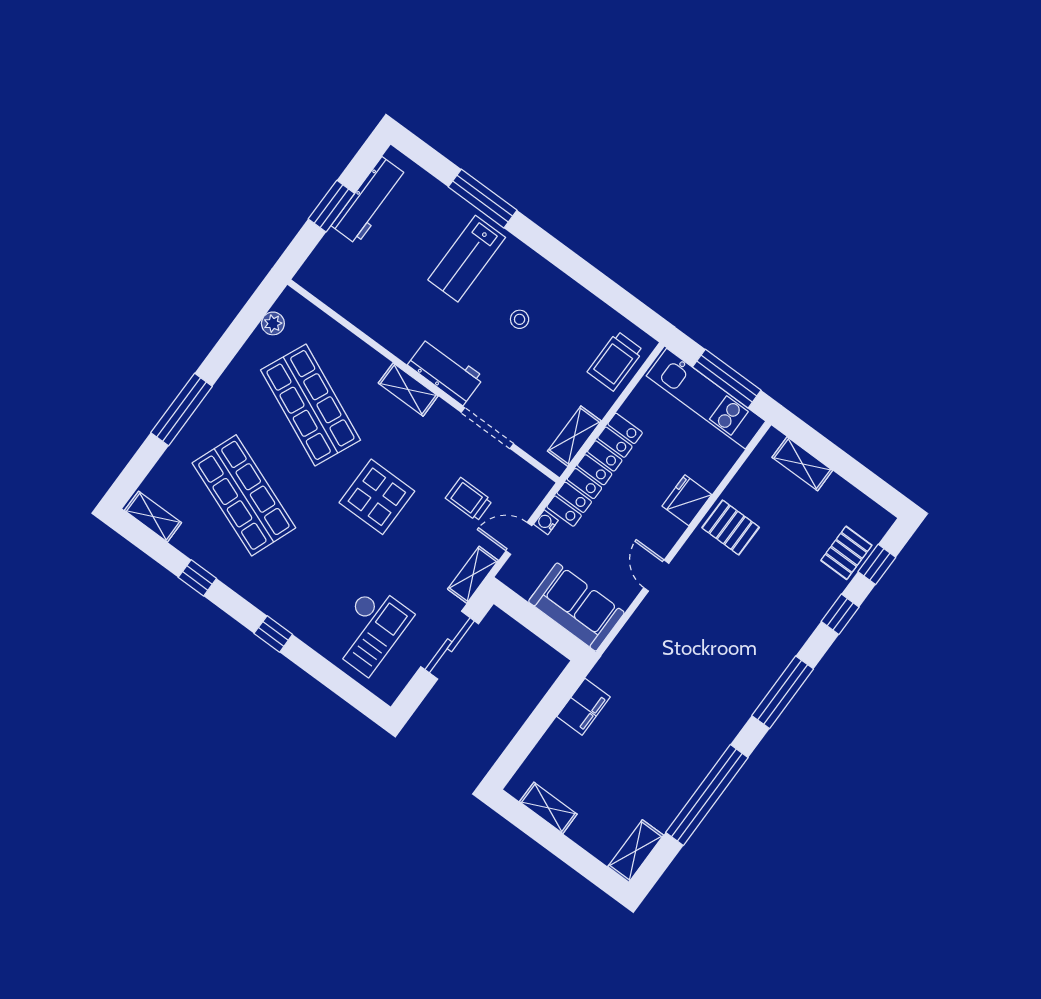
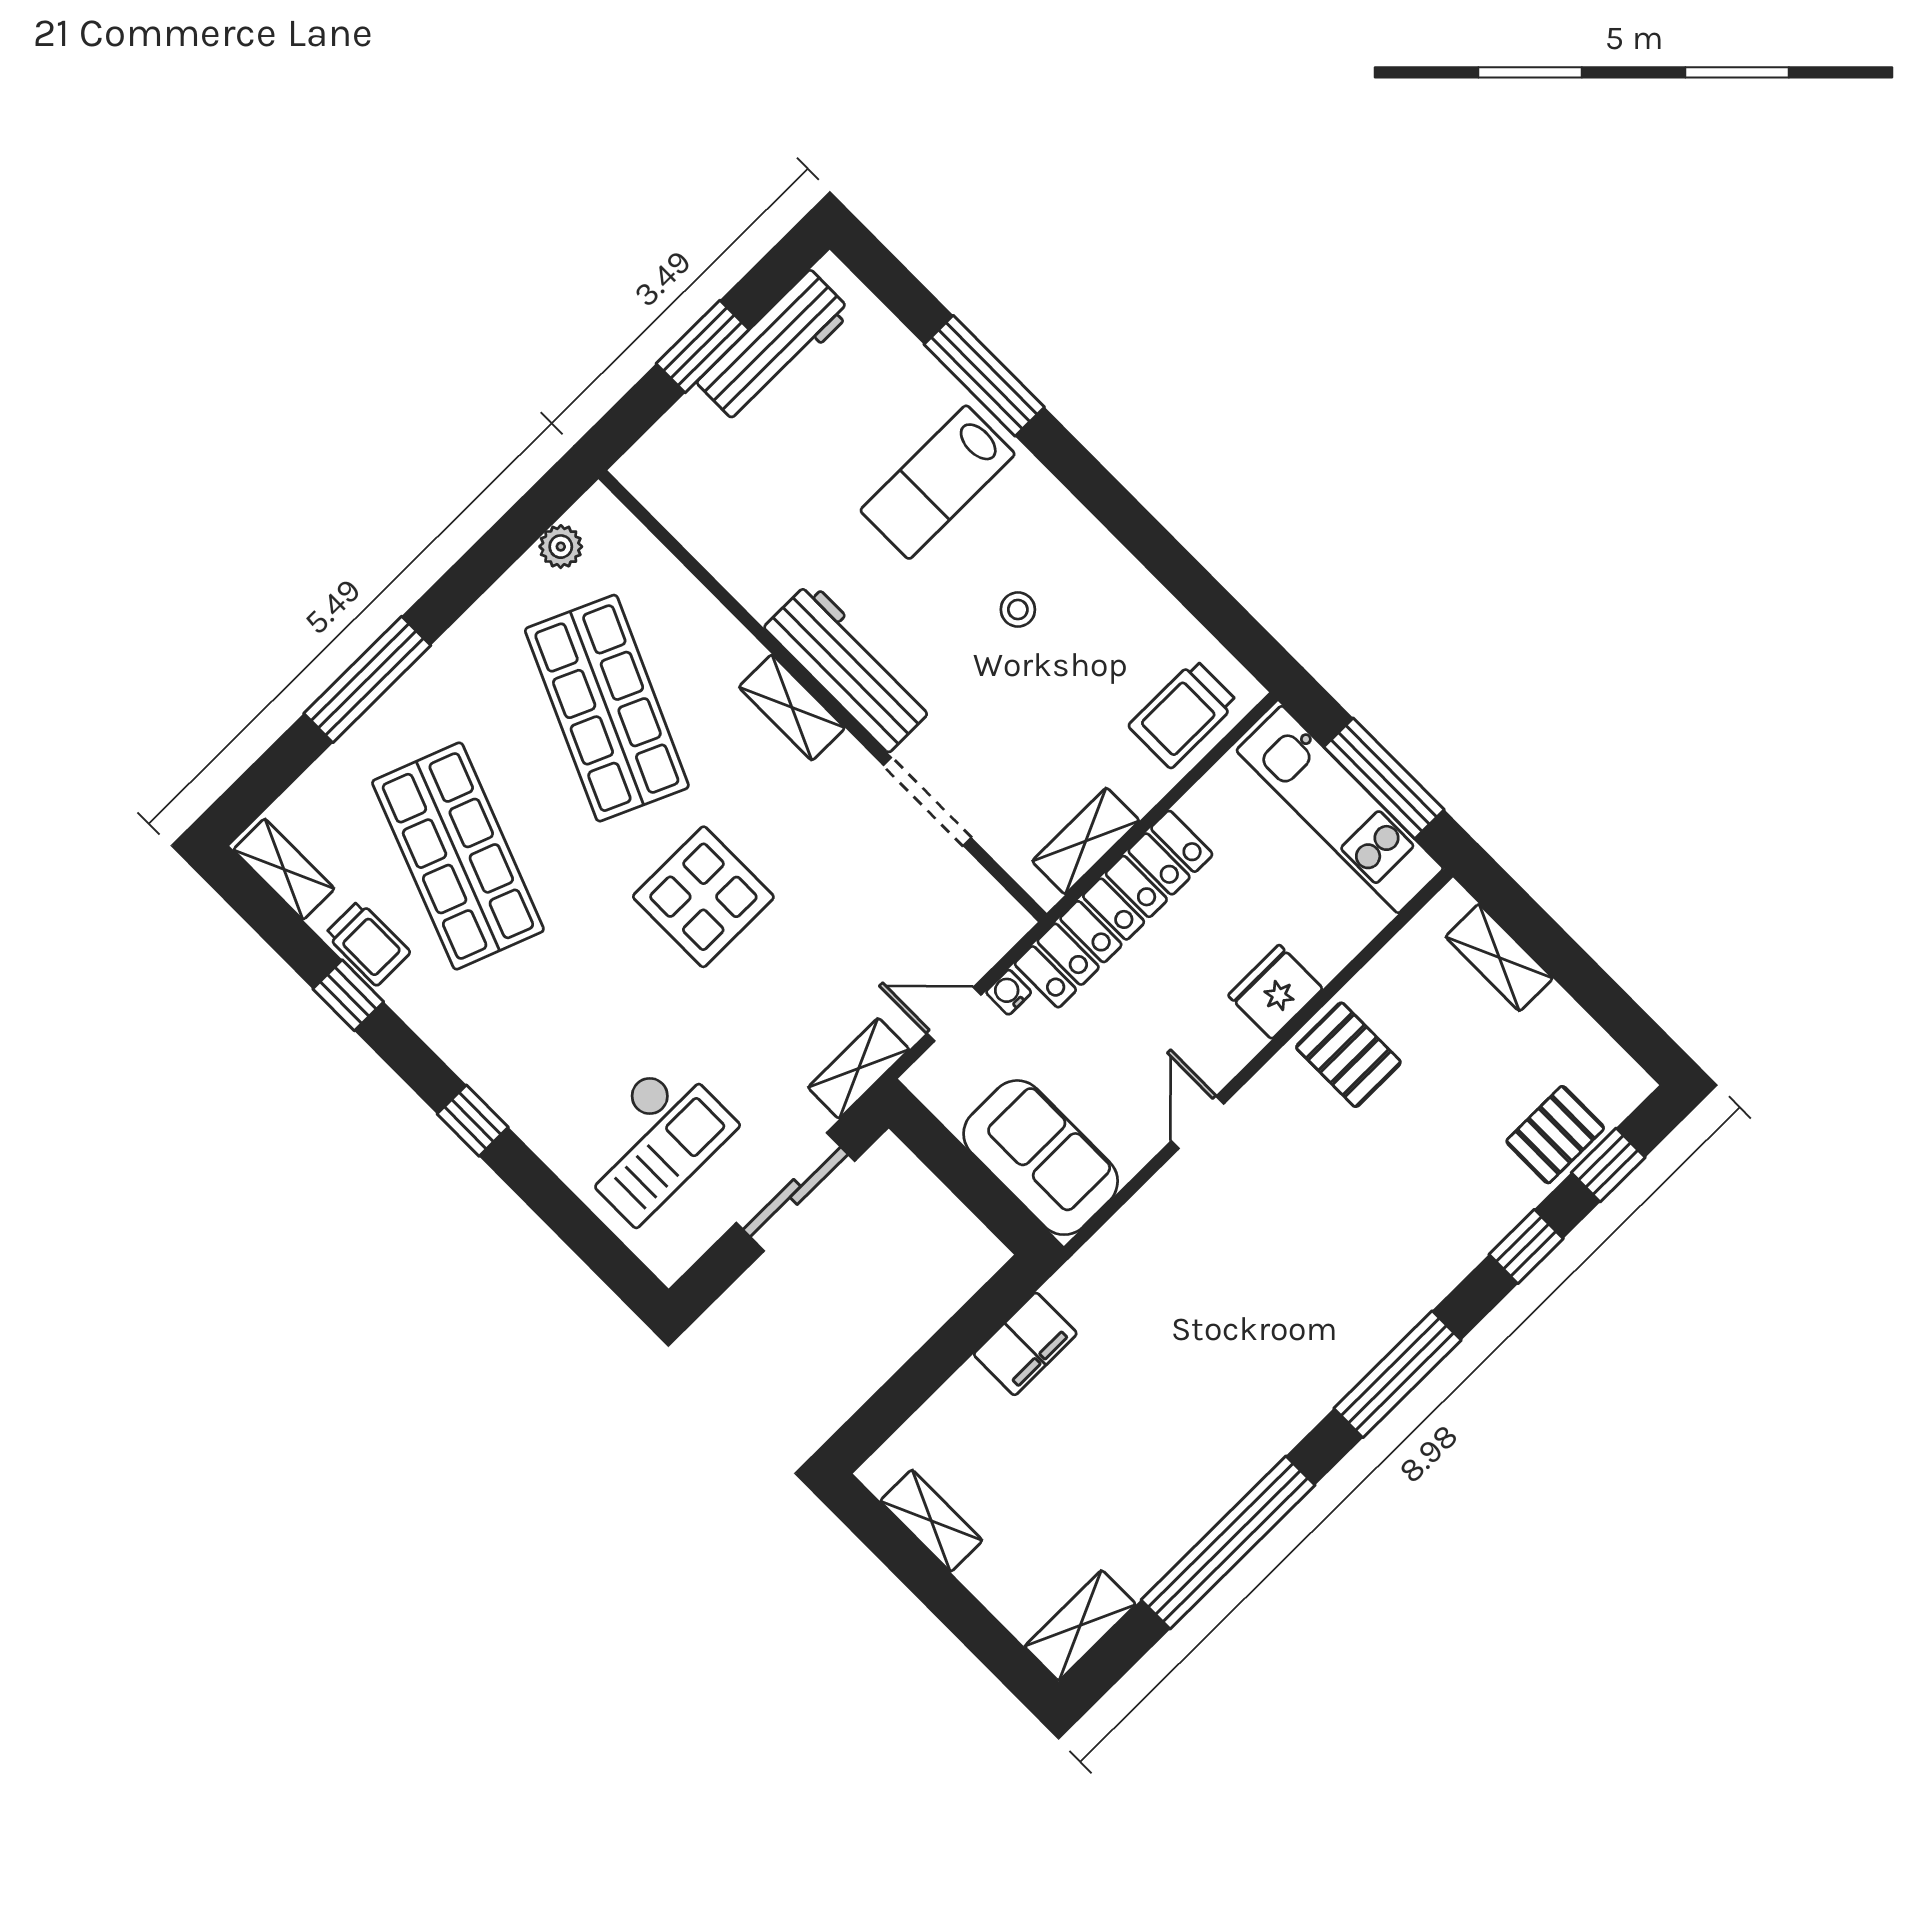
workbench: (446, 371) -> (849, 667), width x1.37
trolley: (469, 499) -> (368, 943), moved, turned 180

